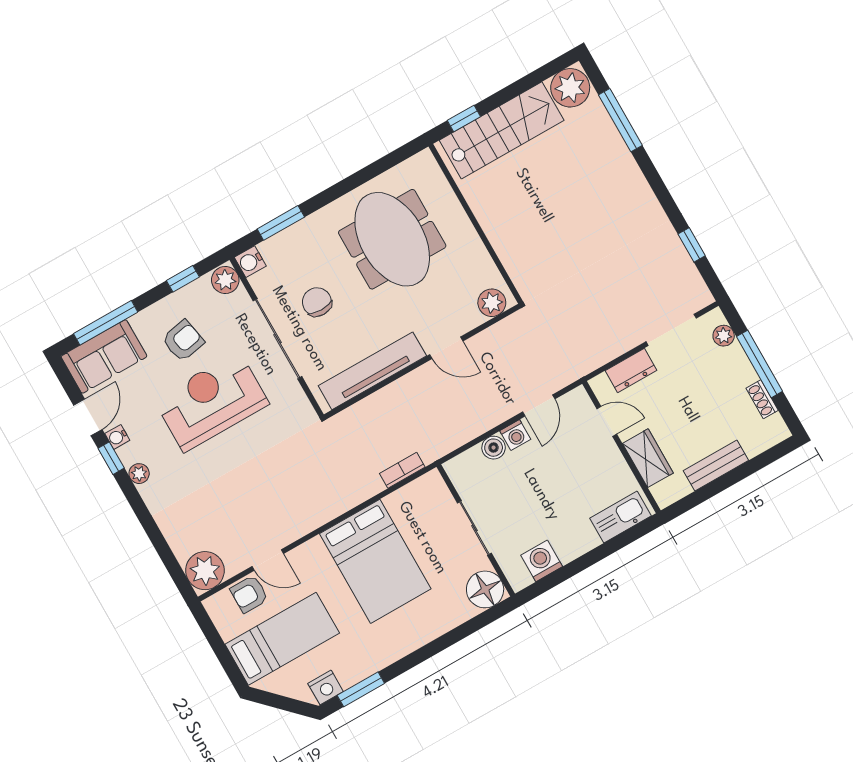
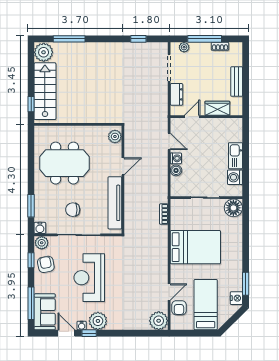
armchair: (183, 341) -> (46, 264), moved
plant: (139, 474) -> (98, 321), width x1.88, depth x1.88
kitchen sink: (620, 517) -> (235, 156), moved

